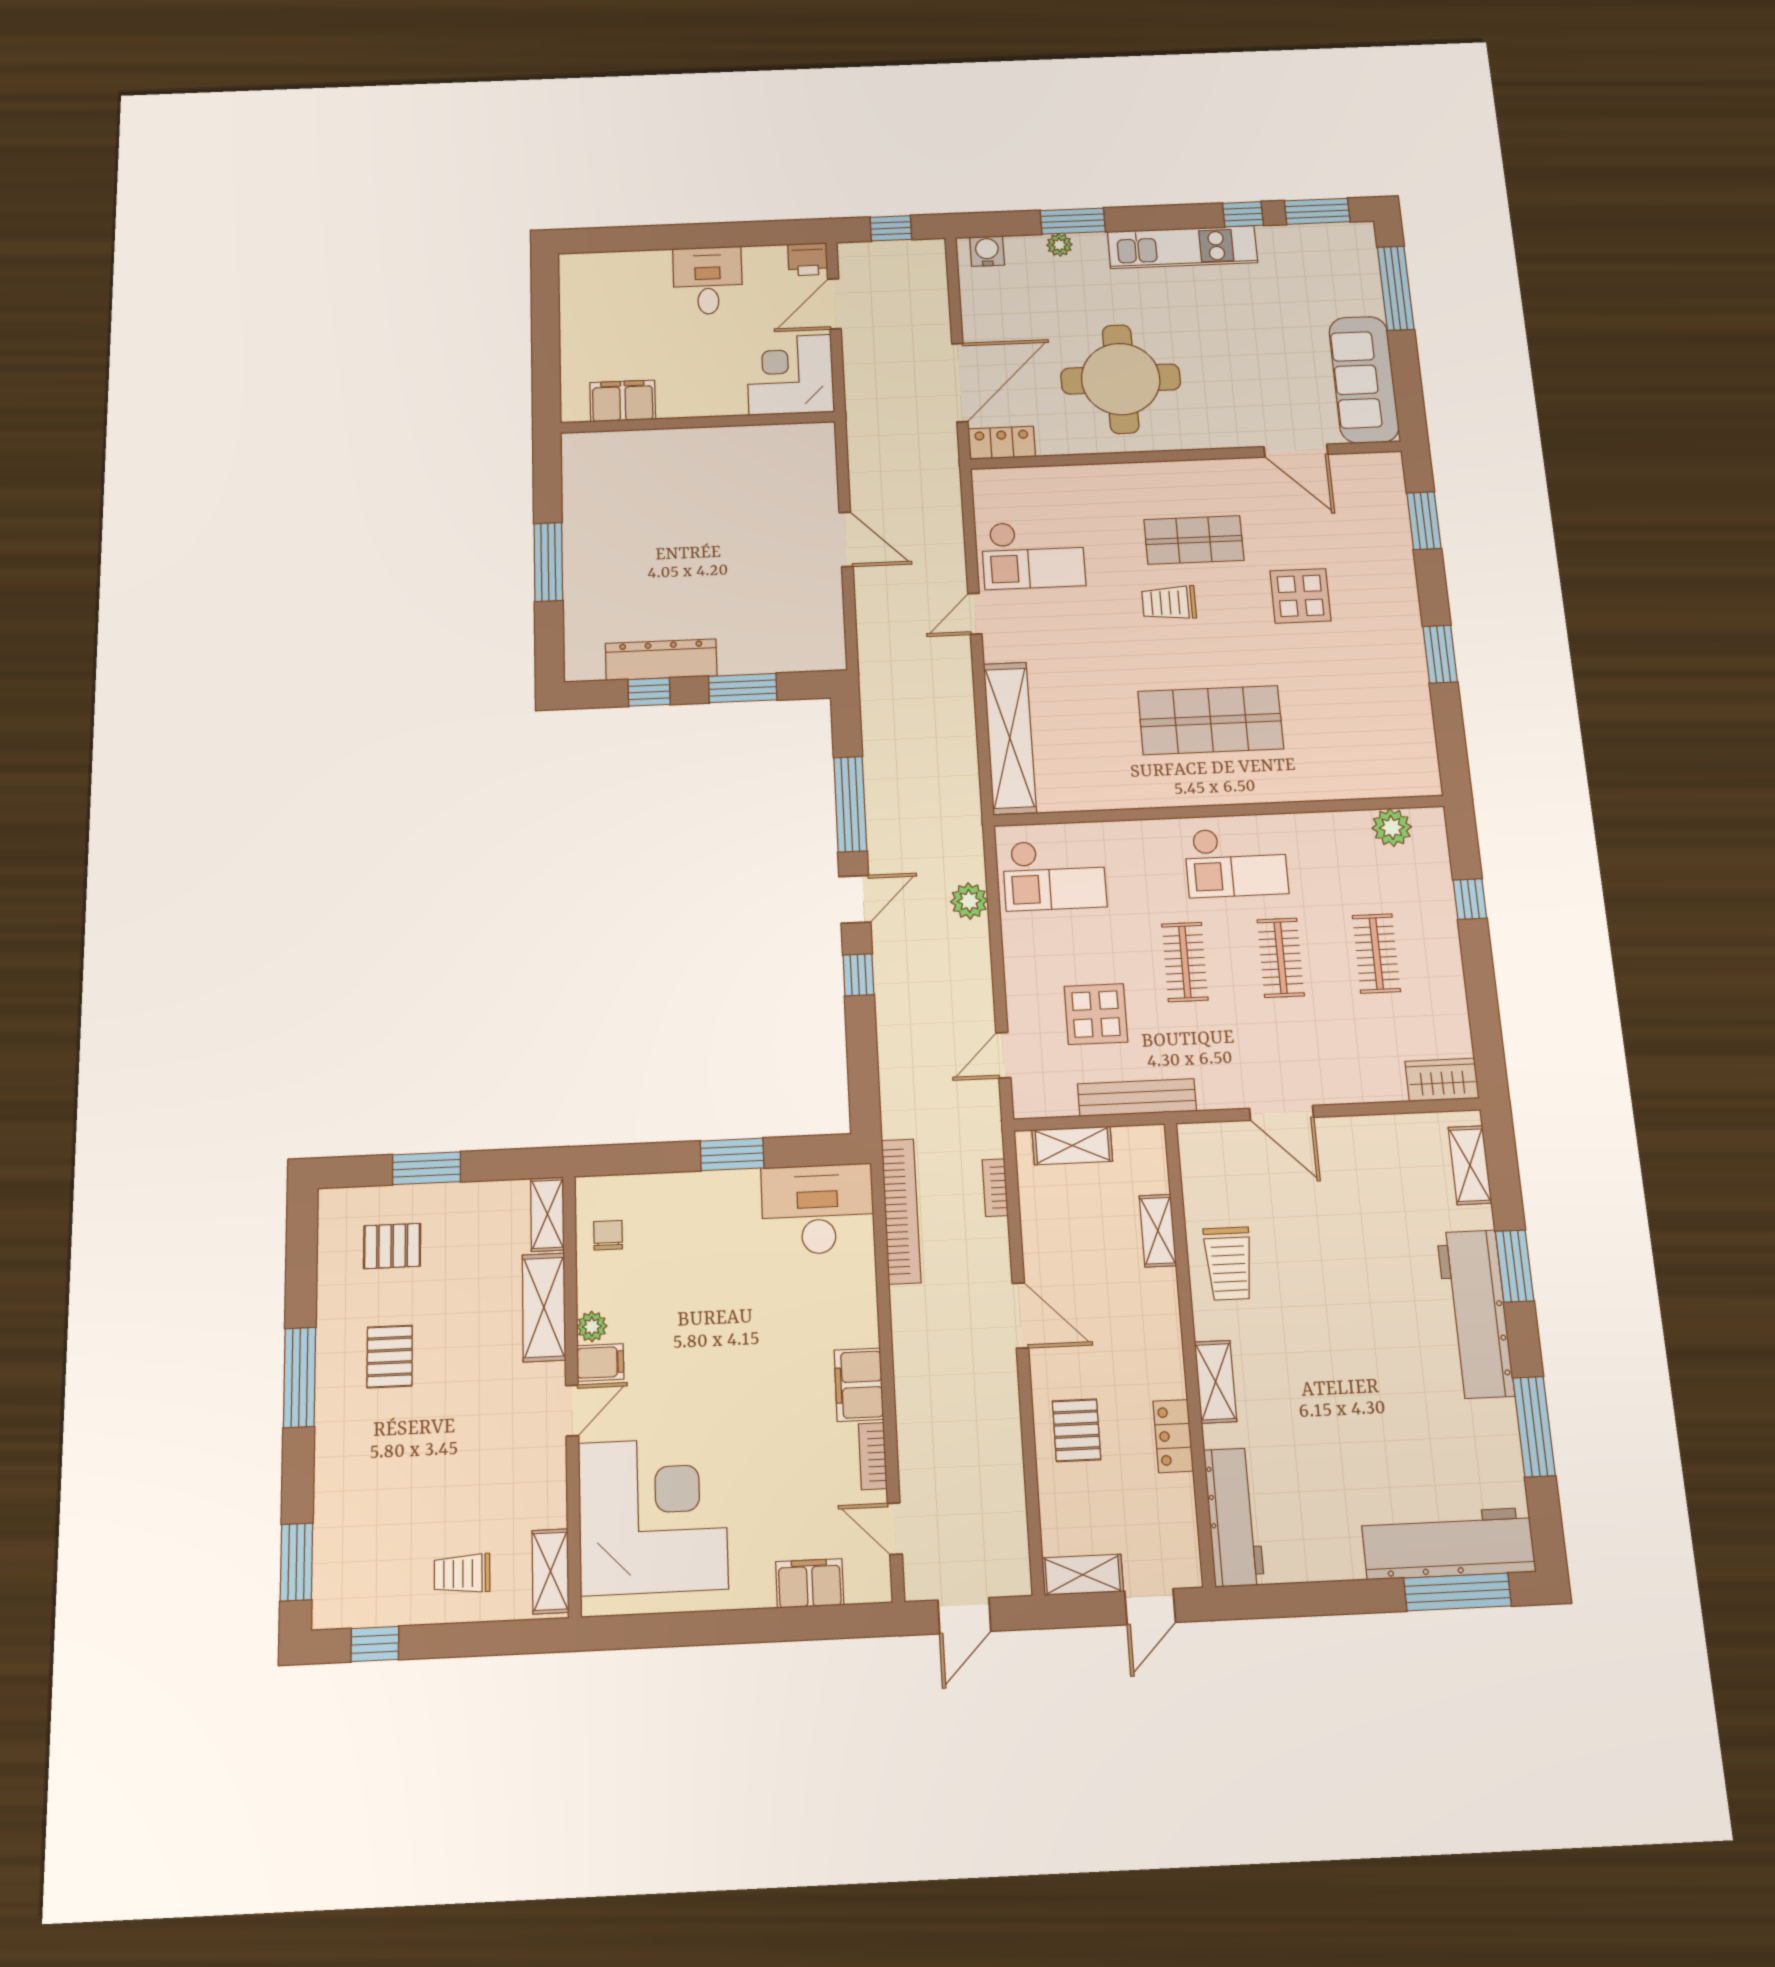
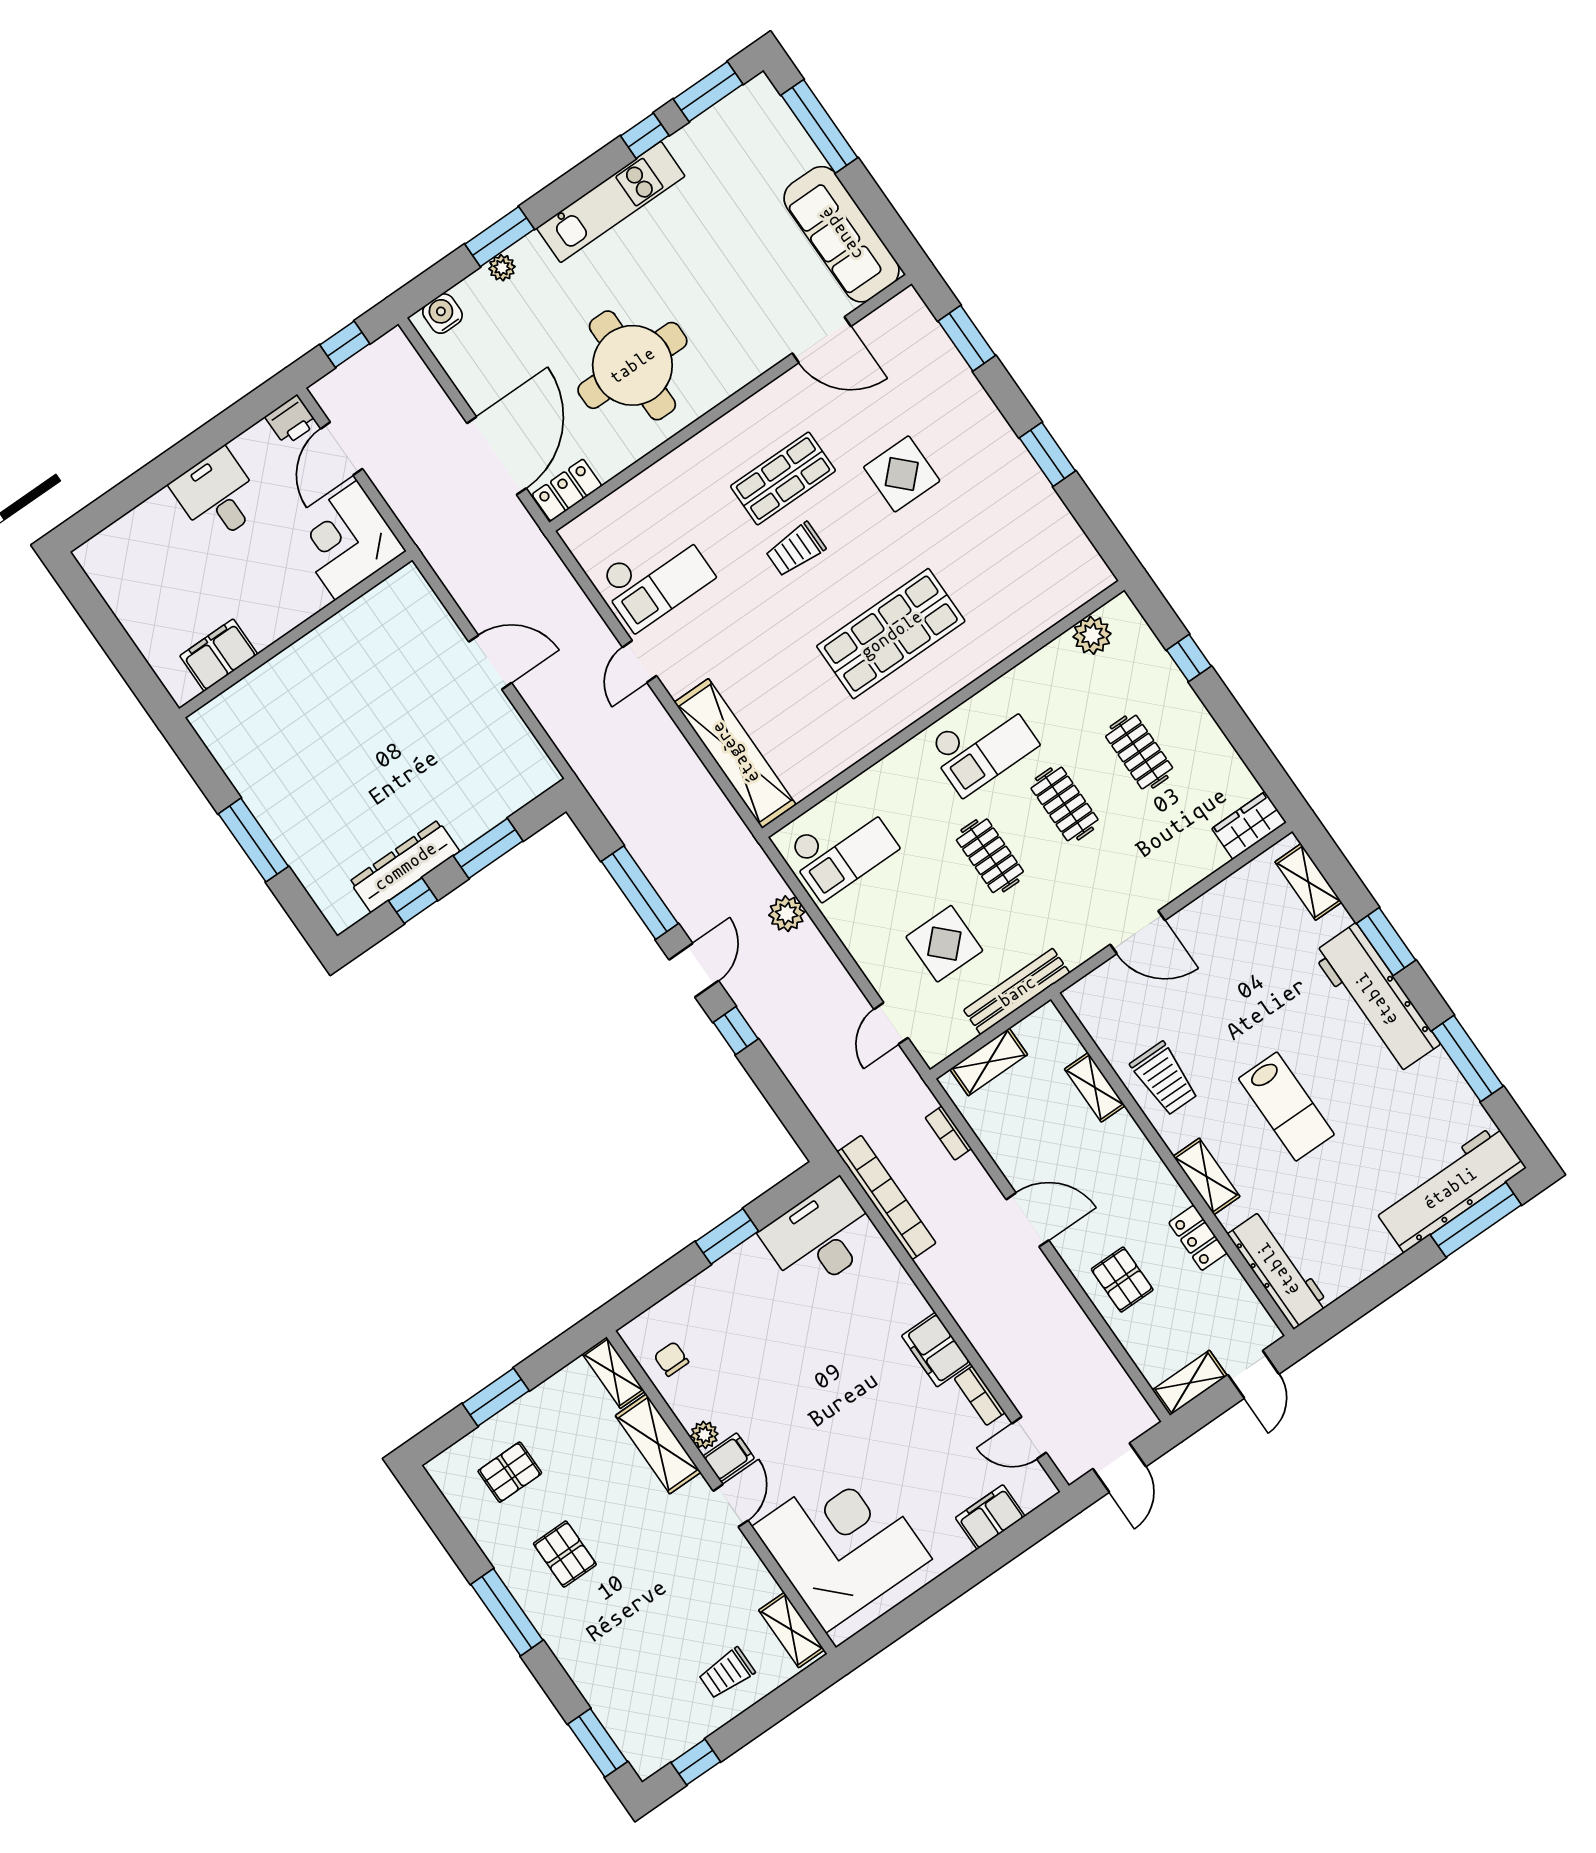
lab bench: (1331, 1363) -> (1286, 1107), added

